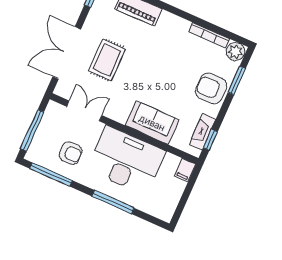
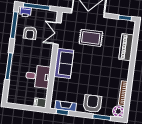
double door: (84, 111) -> (57, 33), swing flipped
sofa: (152, 123) -> (64, 63), moved
printer: (36, 150) -> (26, 12), added
desk: (126, 160) -> (38, 76), width x0.53, depth x0.77

